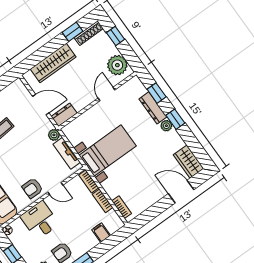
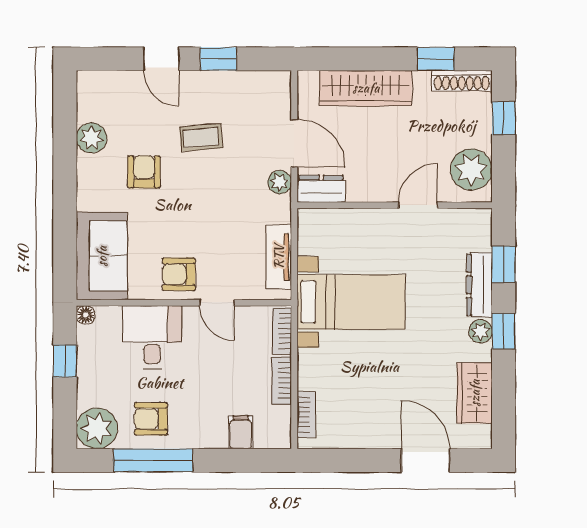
plant: (54, 135) -> (280, 182), moved
wardrobe: (189, 162) -> (475, 393), moved

